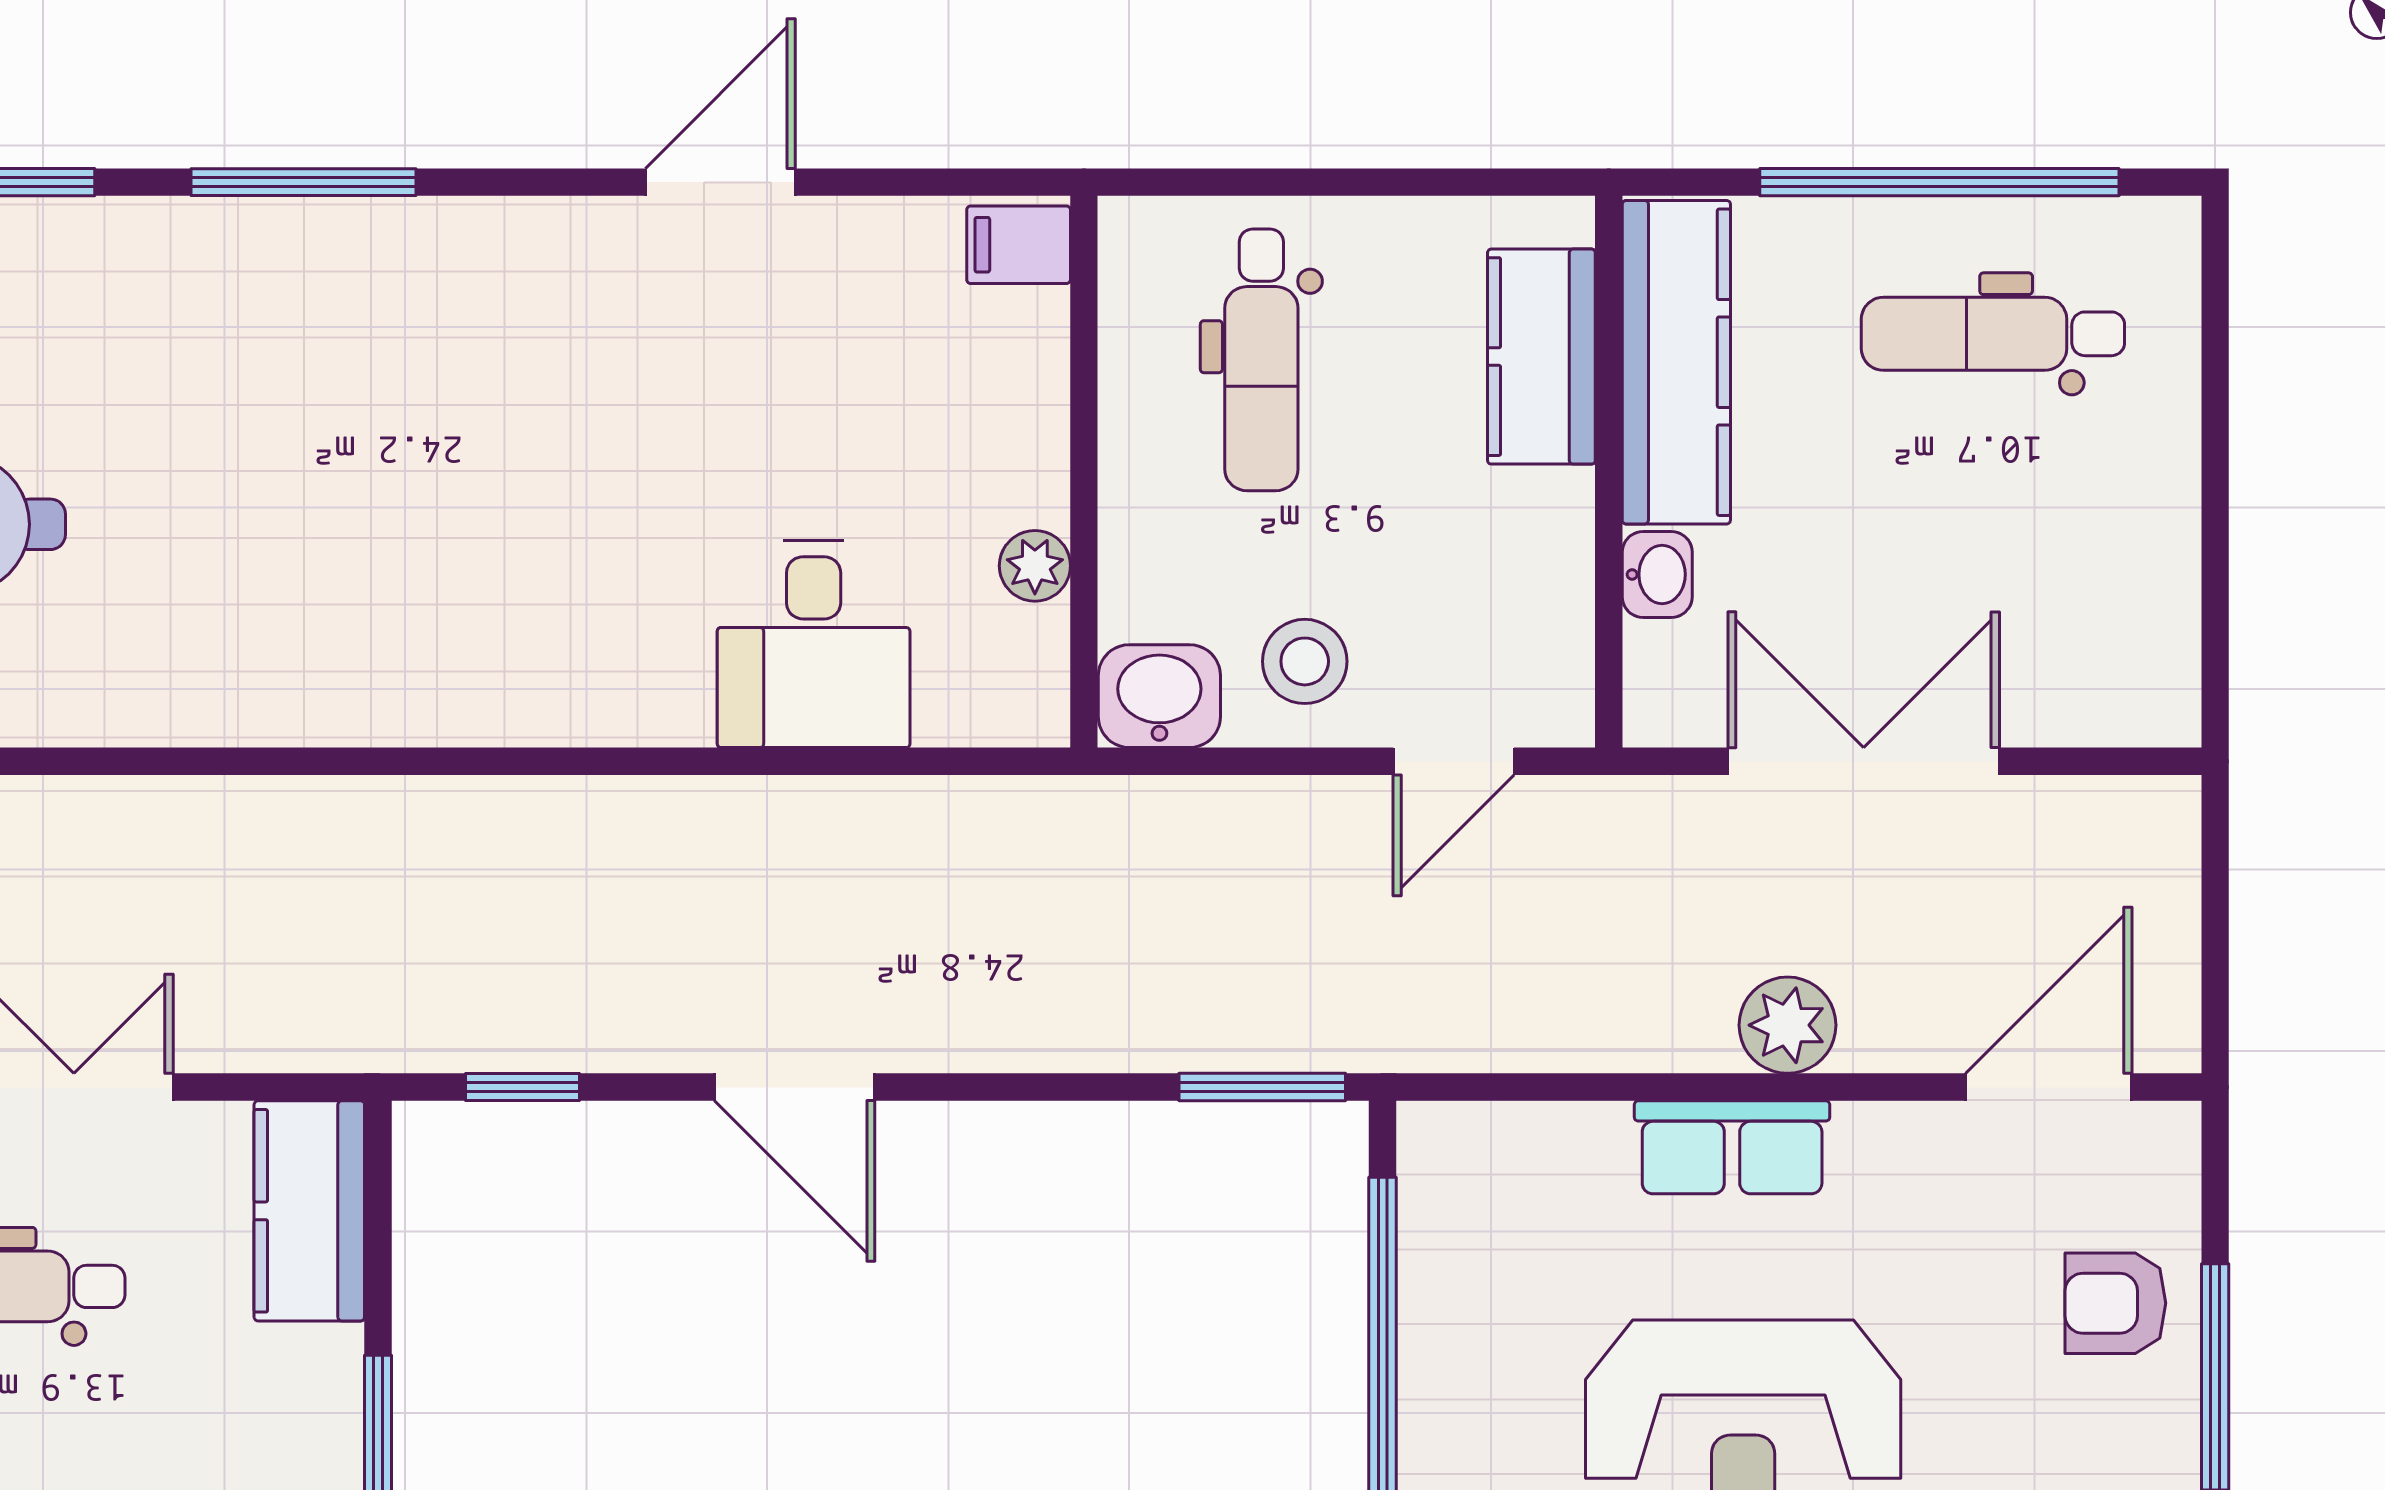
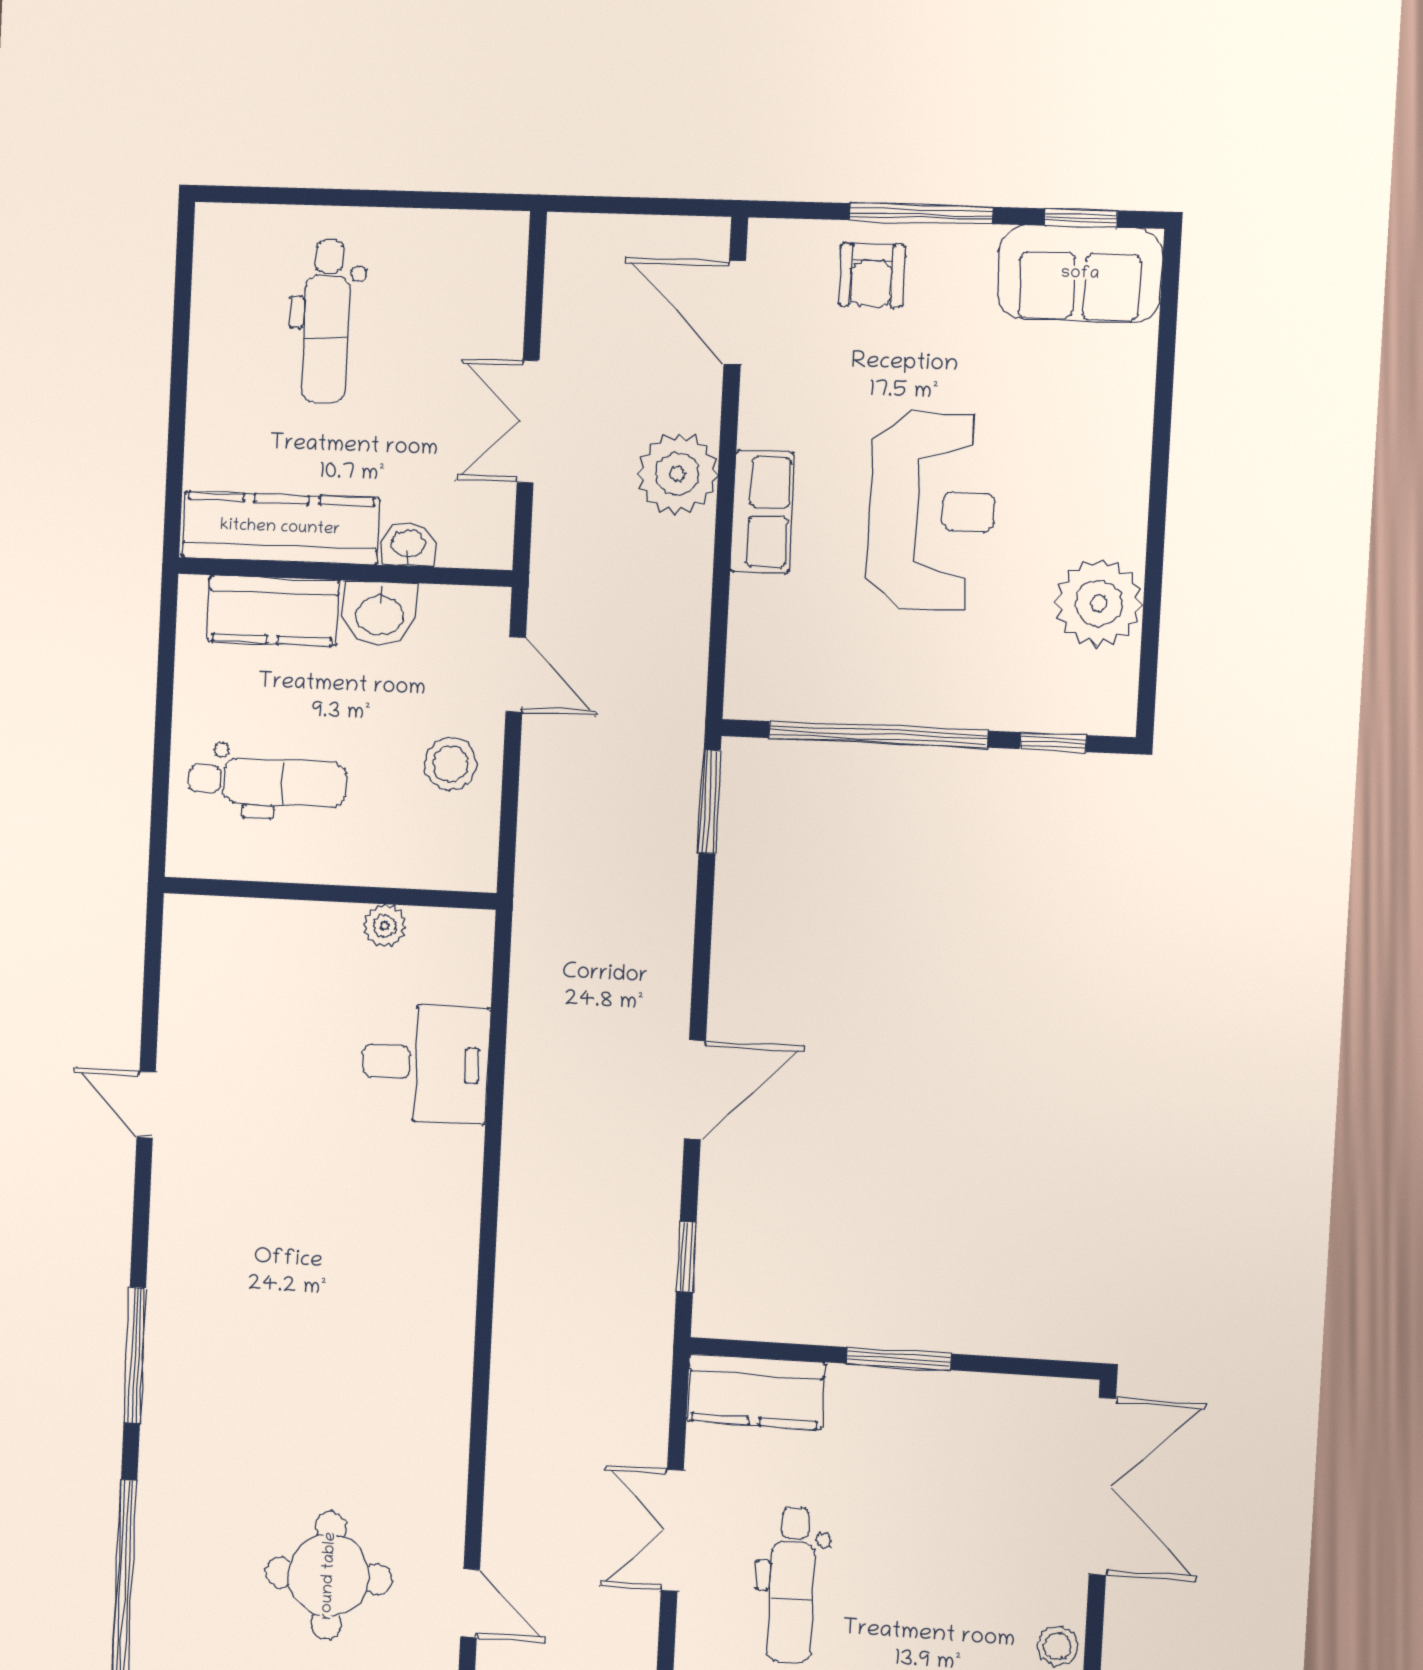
door: (720, 182) -> (146, 1104), width x0.73
window: (1939, 182) -> (180, 363), removed
filing cabinet: (1019, 245) -> (192, 926), removed
dental chair: (1993, 334) -> (327, 321), moved
washbasin: (1159, 696) -> (379, 613), moved, turned -90
double door: (1864, 761) -> (528, 421), width x0.73
plant: (1788, 1025) -> (677, 474), width x1.36, depth x1.36

